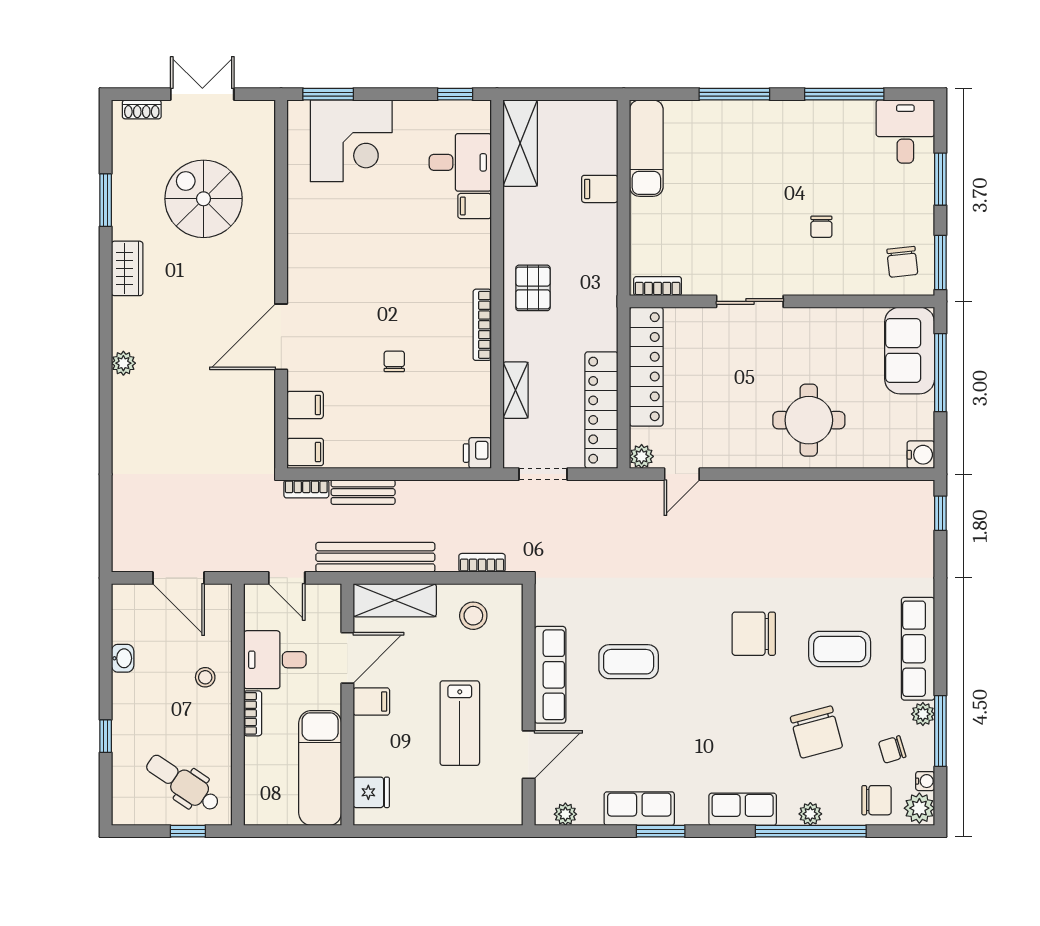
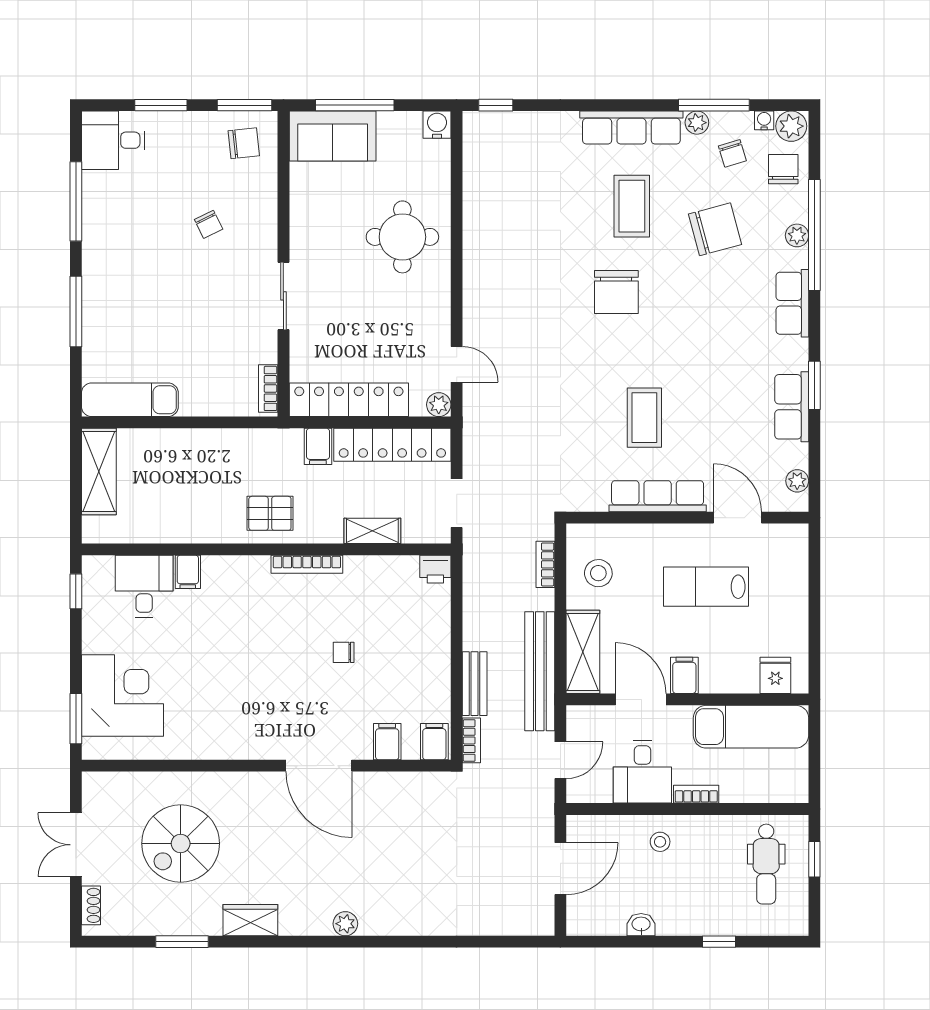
shelving: (520, 143) -> (99, 472), moved, turned 90
filing cabinet: (600, 189) -> (318, 446), moved
chair: (821, 227) -> (209, 224), turned 64
lab bench: (460, 723) -> (706, 587), turned 180
dental chair: (183, 783) -> (766, 864), turned -34

